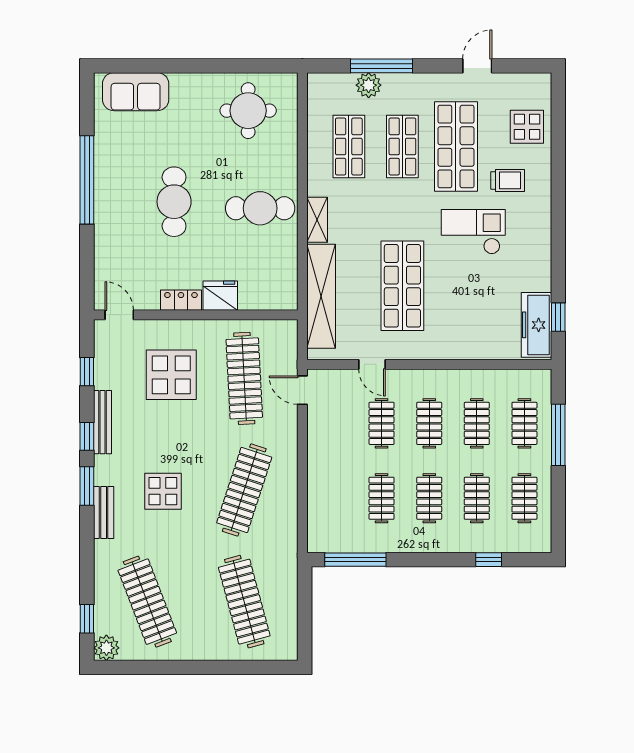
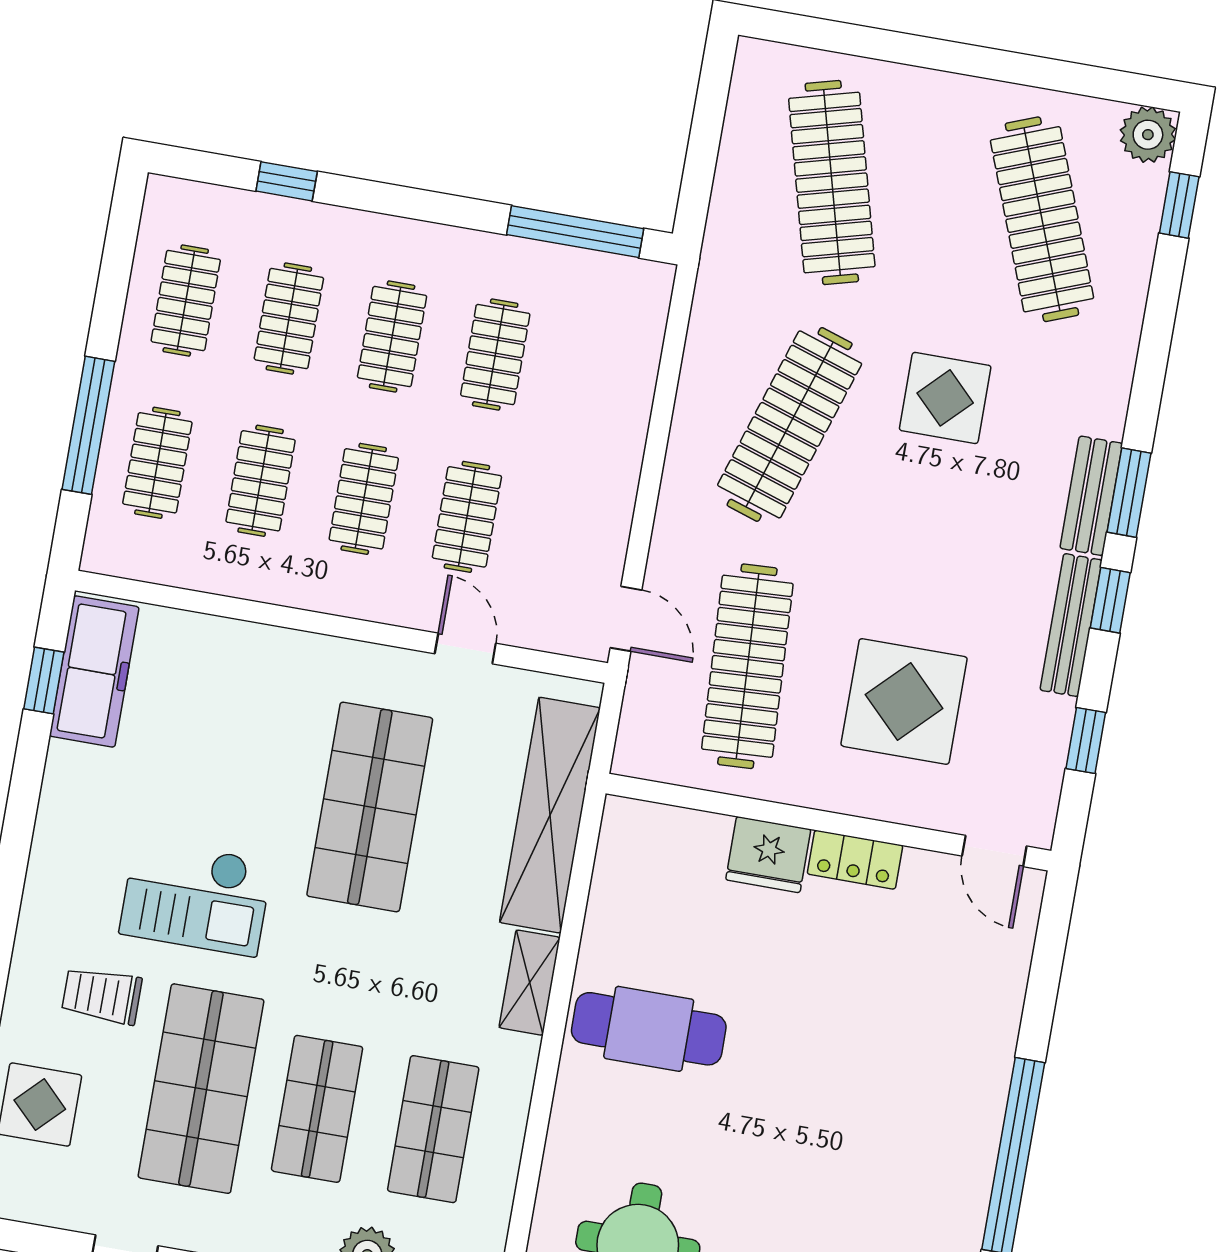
cafe table: (174, 202) -> (833, 1076), removed
display table: (163, 491) -> (945, 398), moved
bench: (104, 512) -> (1091, 496), moved

